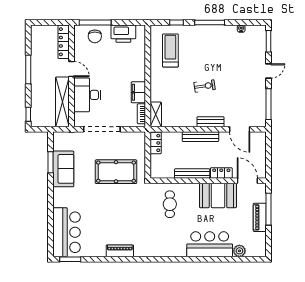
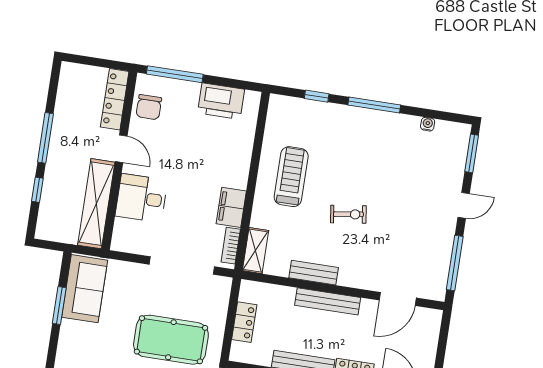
chair: (95, 36) -> (149, 107), moved
treadmill: (170, 50) -> (291, 177), moved
desk: (87, 95) -> (141, 198), width x0.73
window: (28, 114) -> (37, 190), moved
bench: (210, 122) -> (314, 273), moved
doorway: (102, 129) -> (182, 266), moved
door: (240, 129) -> (398, 299), hinge flipped
locker: (156, 143) -> (244, 322), moved
sofa: (63, 169) -> (85, 289), moved

